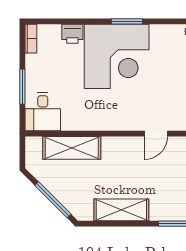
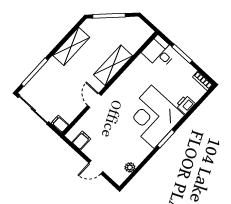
shelving: (72, 148) -> (113, 65), moved

